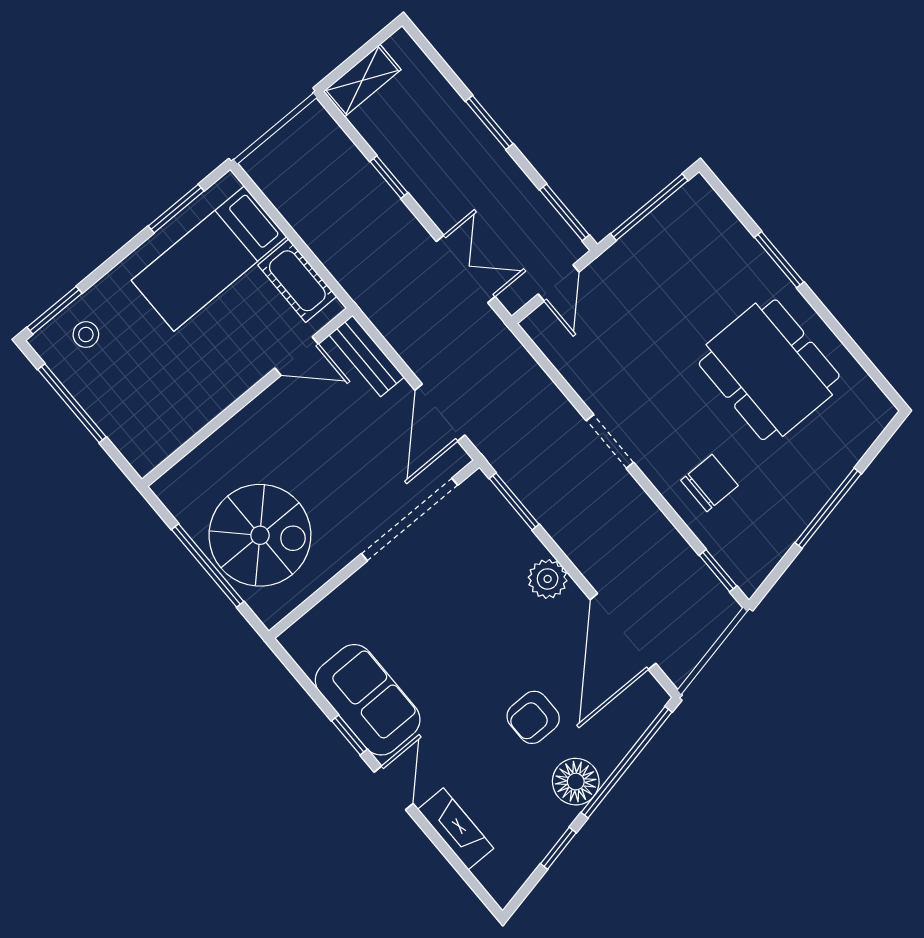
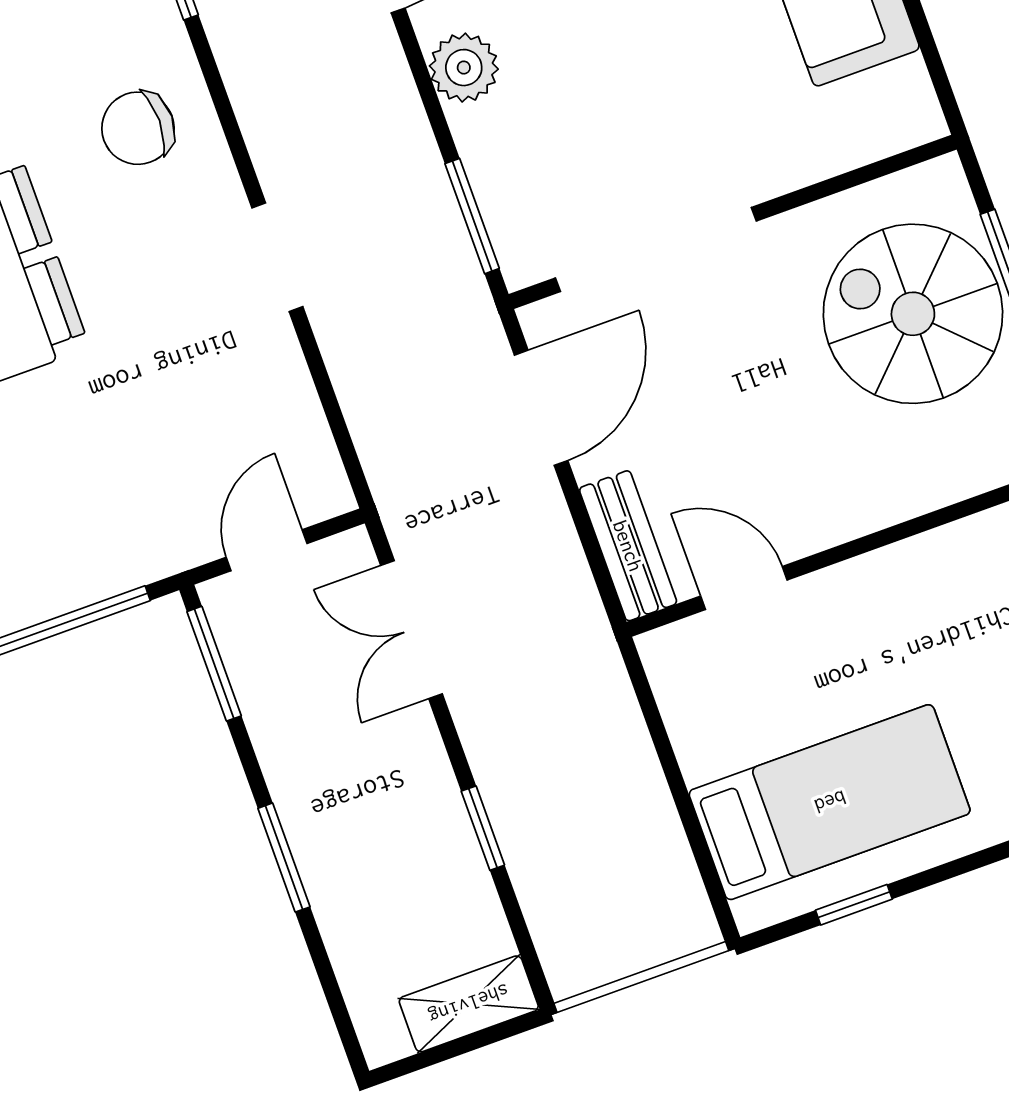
window: (176, 209) -> (854, 905), width x0.67
cot: (297, 281) -> (697, 712), removed

